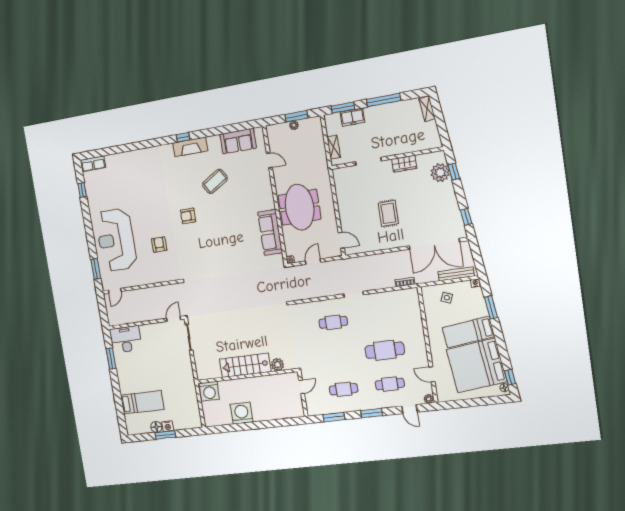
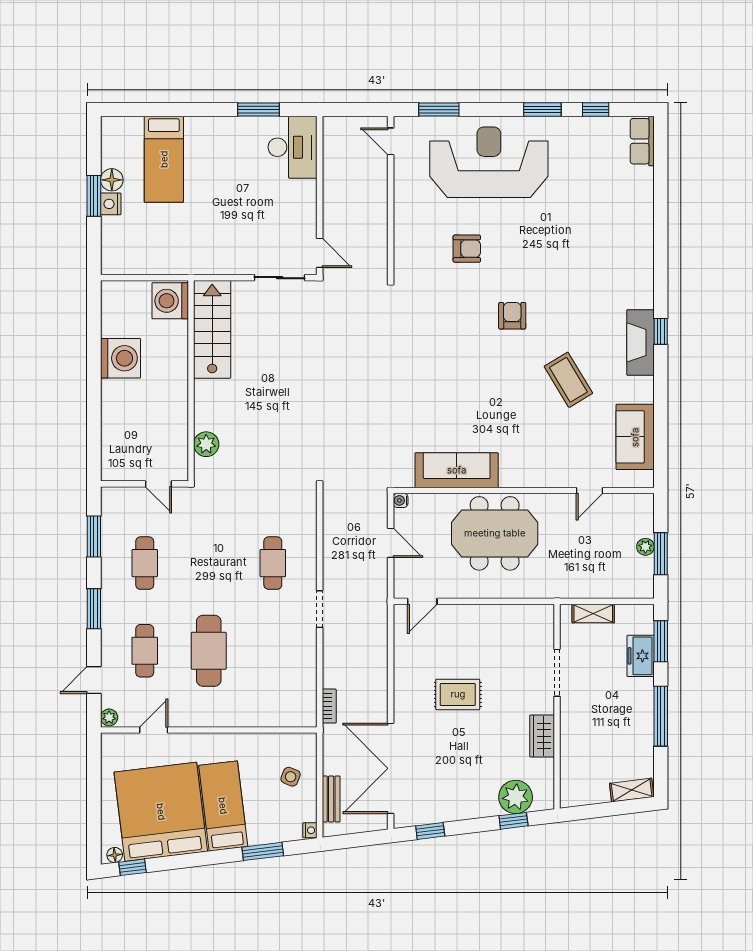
window: (87, 217) -> (542, 110), added
bench: (456, 274) -> (331, 799), width x0.73
stairs: (245, 365) -> (212, 329), moved

